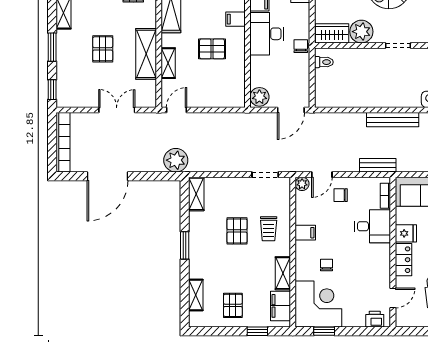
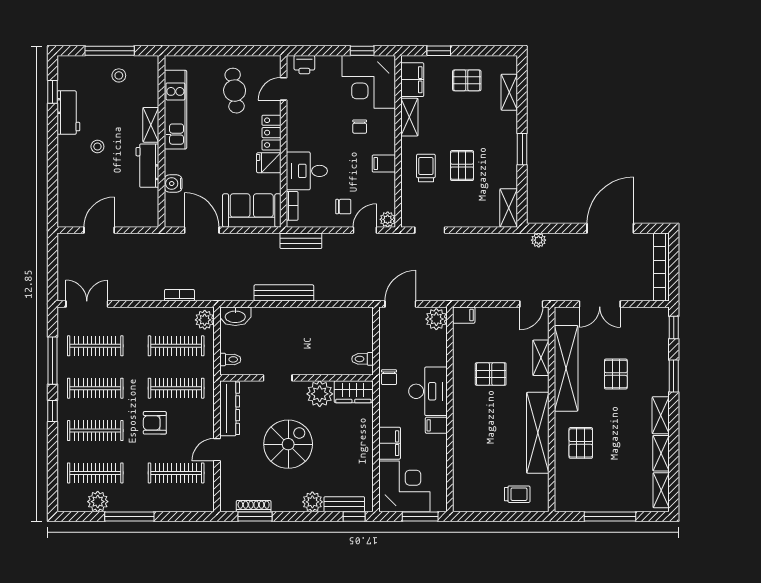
filing cabinet: (235, 19) -> (464, 315), moved
shelving: (146, 54) -> (566, 368), width x1.47
plant: (176, 160) -> (539, 240), width x0.53, depth x0.53
pallet: (233, 305) -> (467, 80), turned 90

